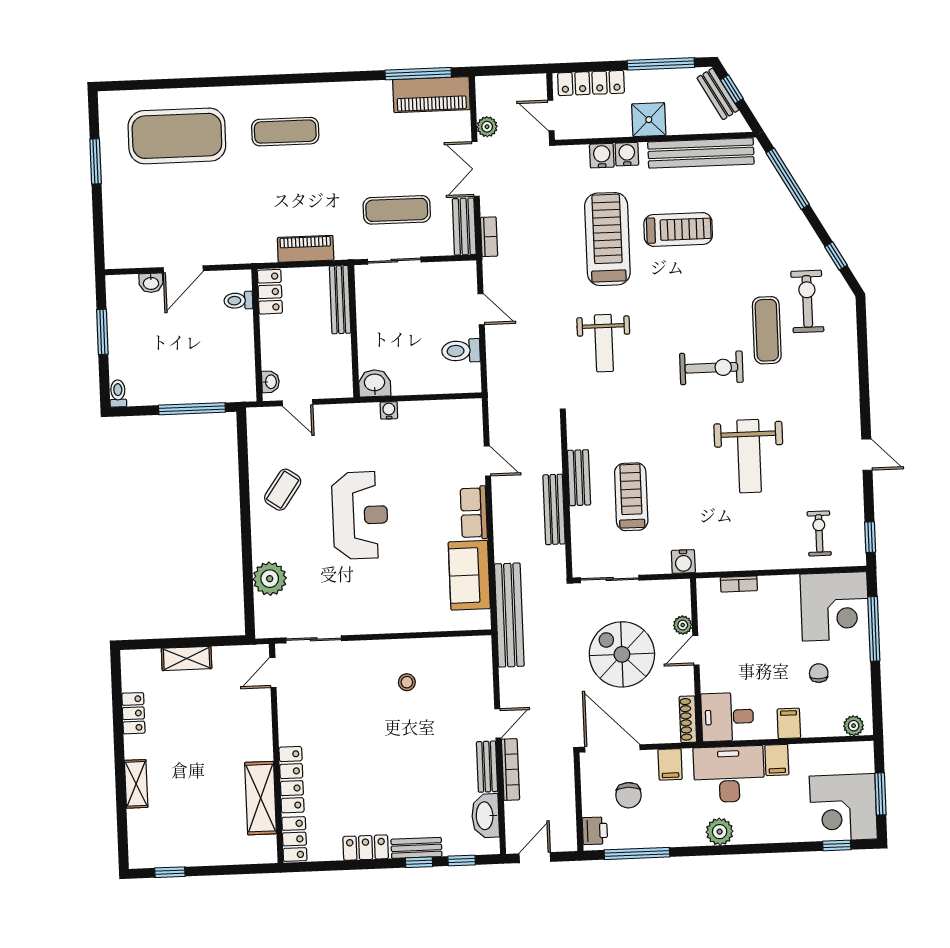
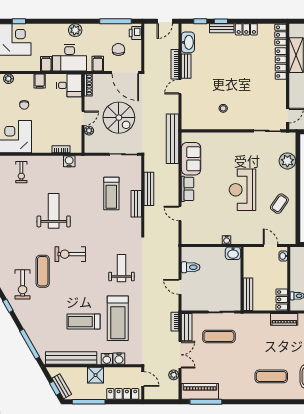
piano: (306, 249) -> (284, 319), moved
water cooler: (683, 562) -> (69, 161), moved

